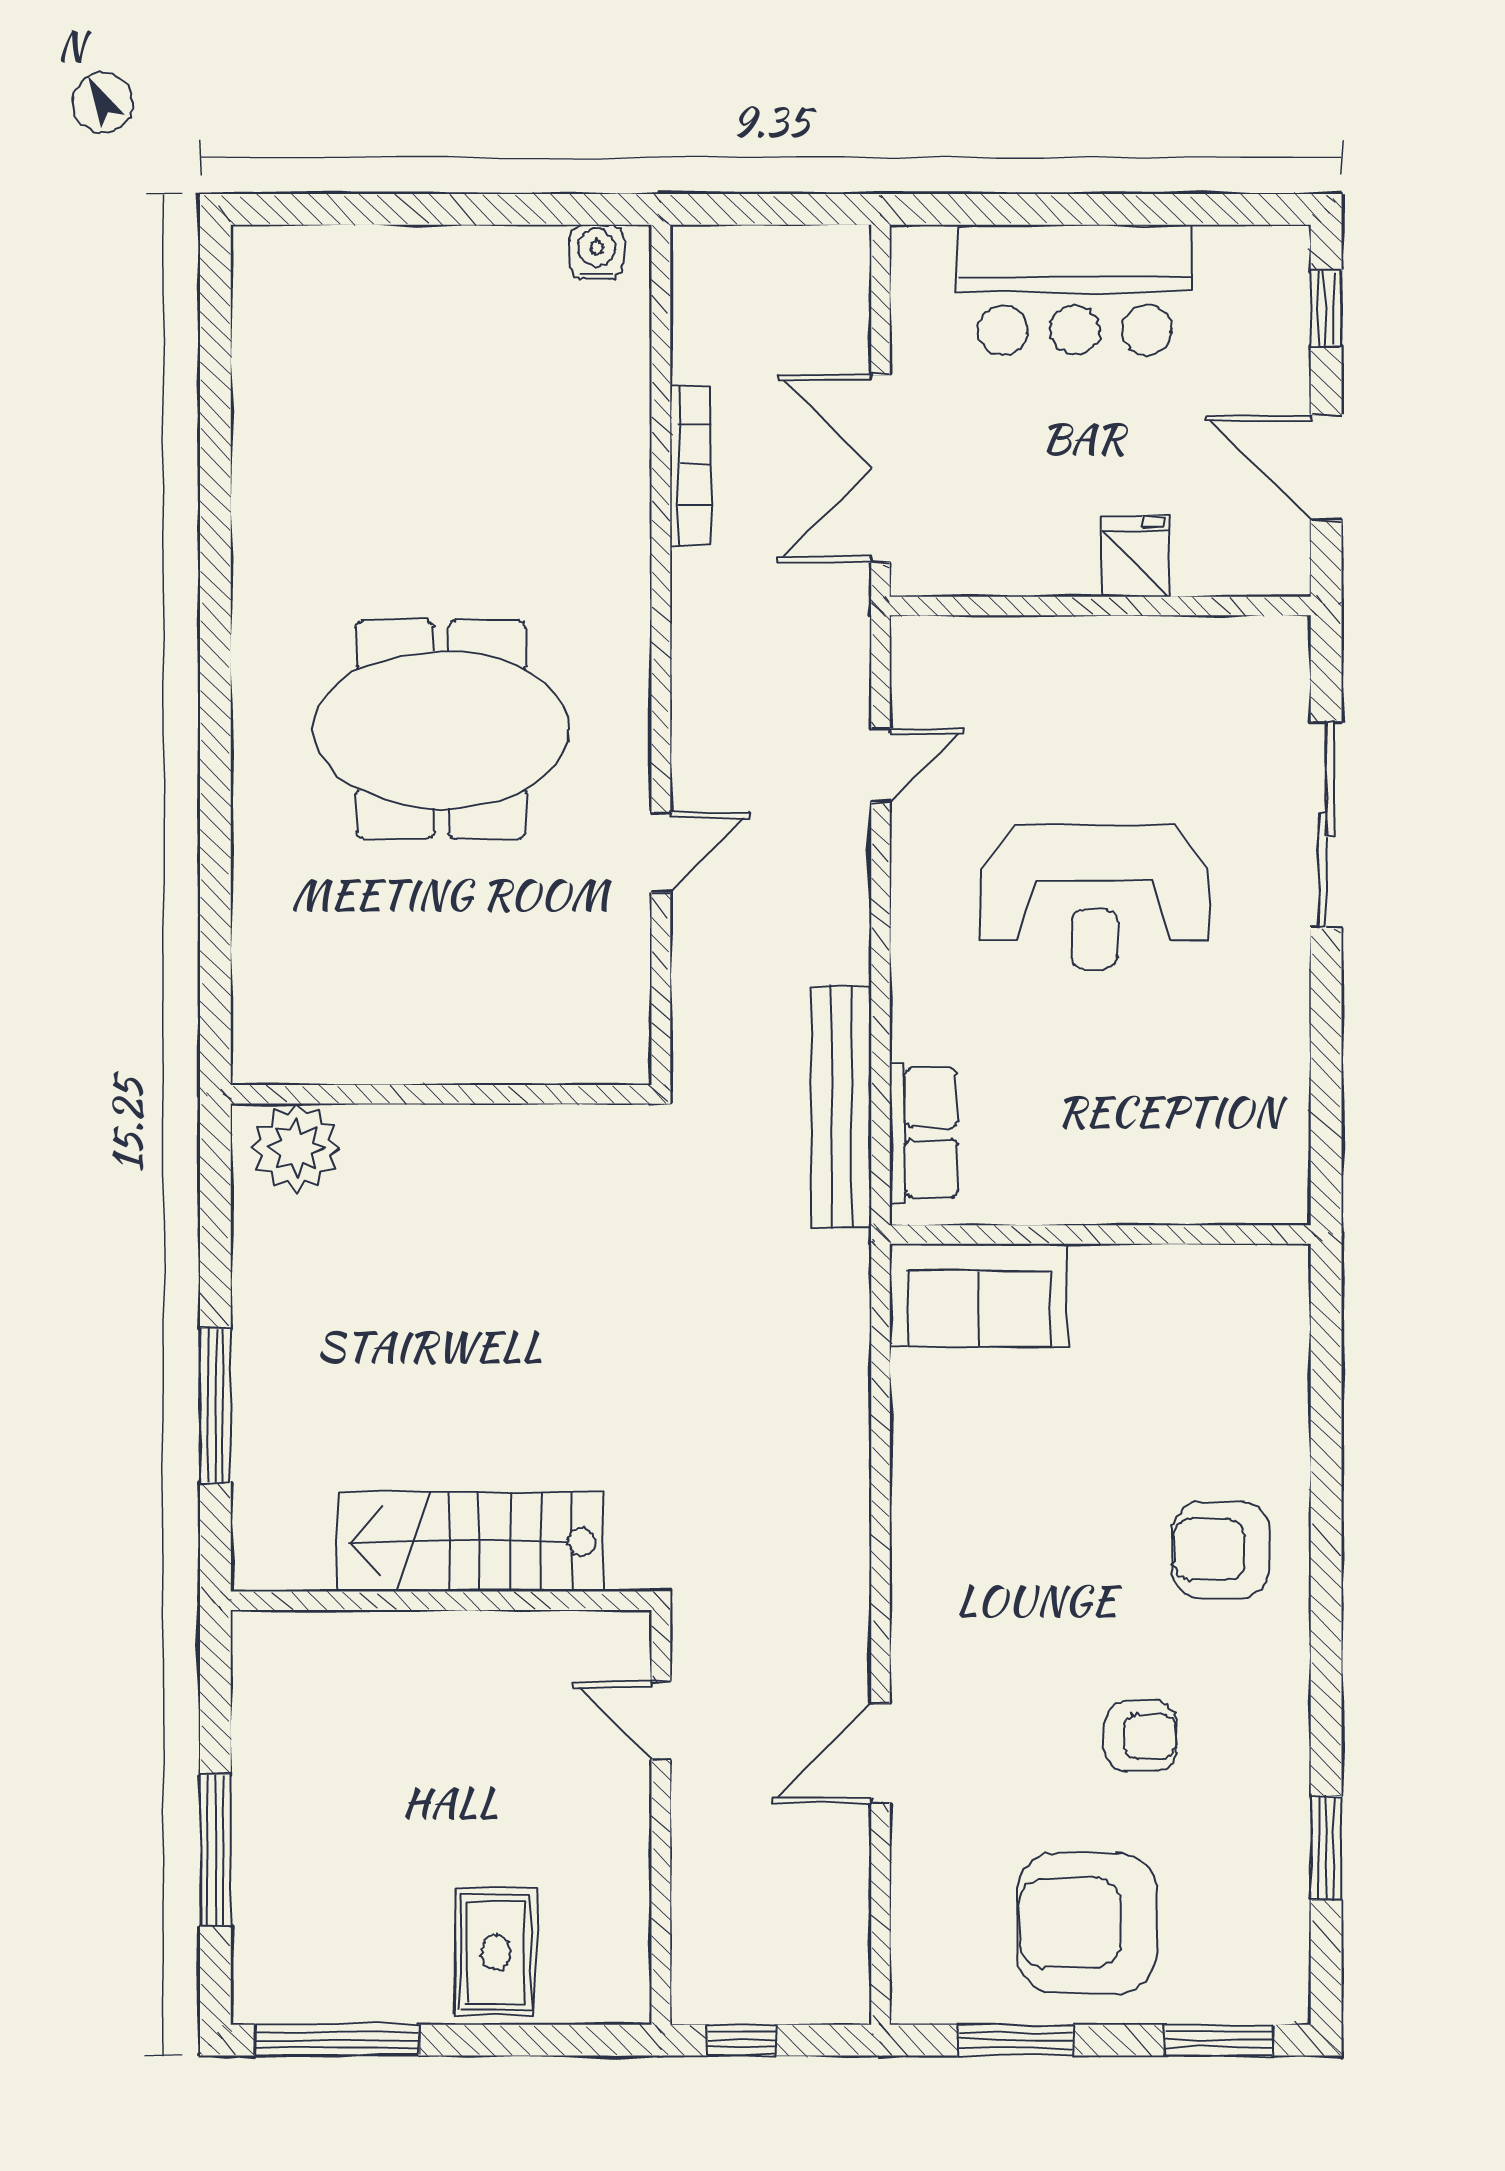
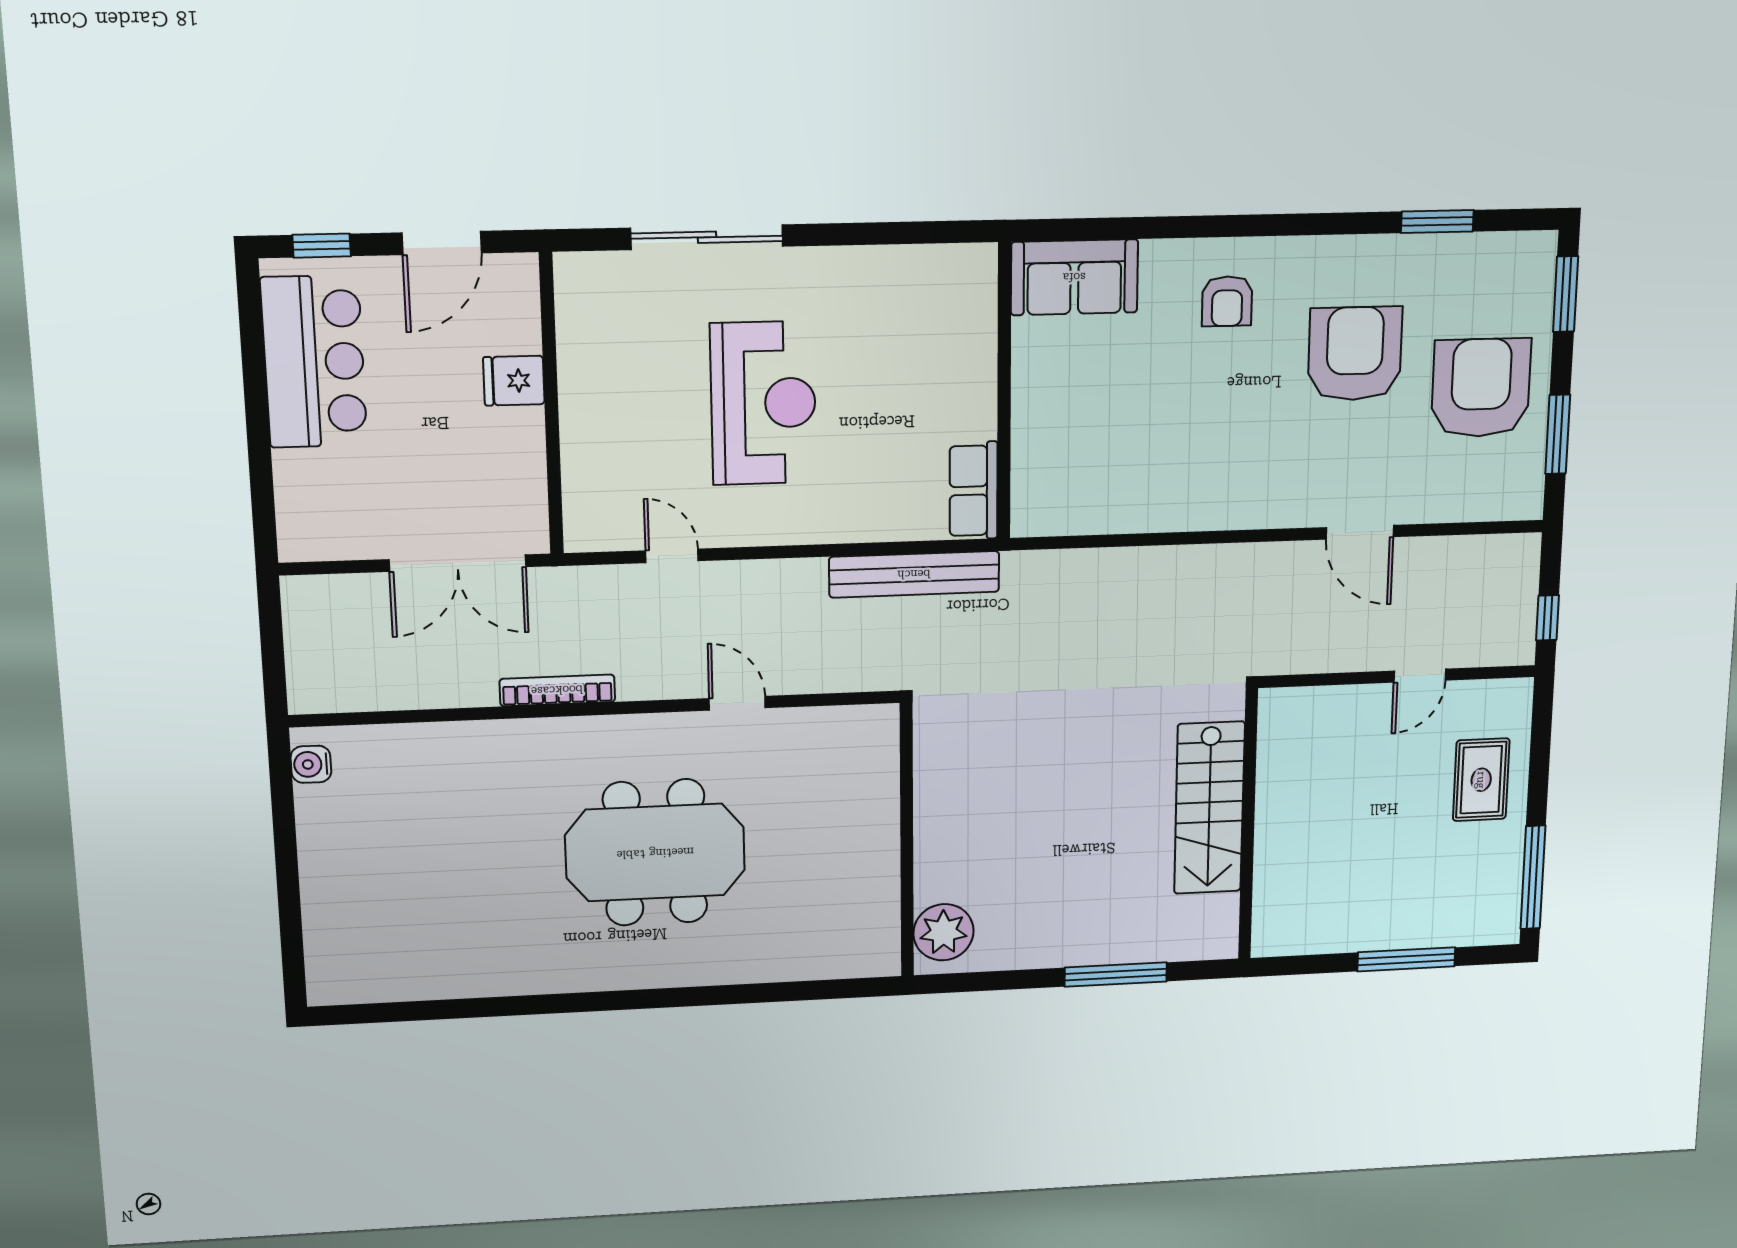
bar counter: (1075, 290) -> (314, 362), moved
bookcase: (691, 465) -> (557, 690), moved
meeting table: (441, 730) -> (655, 853), turned 90
row of seats: (923, 1133) -> (974, 491), moved, turned -90
sofa: (979, 1295) -> (1074, 277), moved, turned 90
armchair: (1221, 1550) -> (1227, 301), width x0.72, depth x0.72
door: (661, 1721) -> (1420, 676), moved
armchair: (1141, 1736) -> (1355, 354), width x1.88, depth x1.88
armchair: (1087, 1923) -> (1481, 388), turned 180
rug: (496, 1952) -> (1481, 780), turned 90

